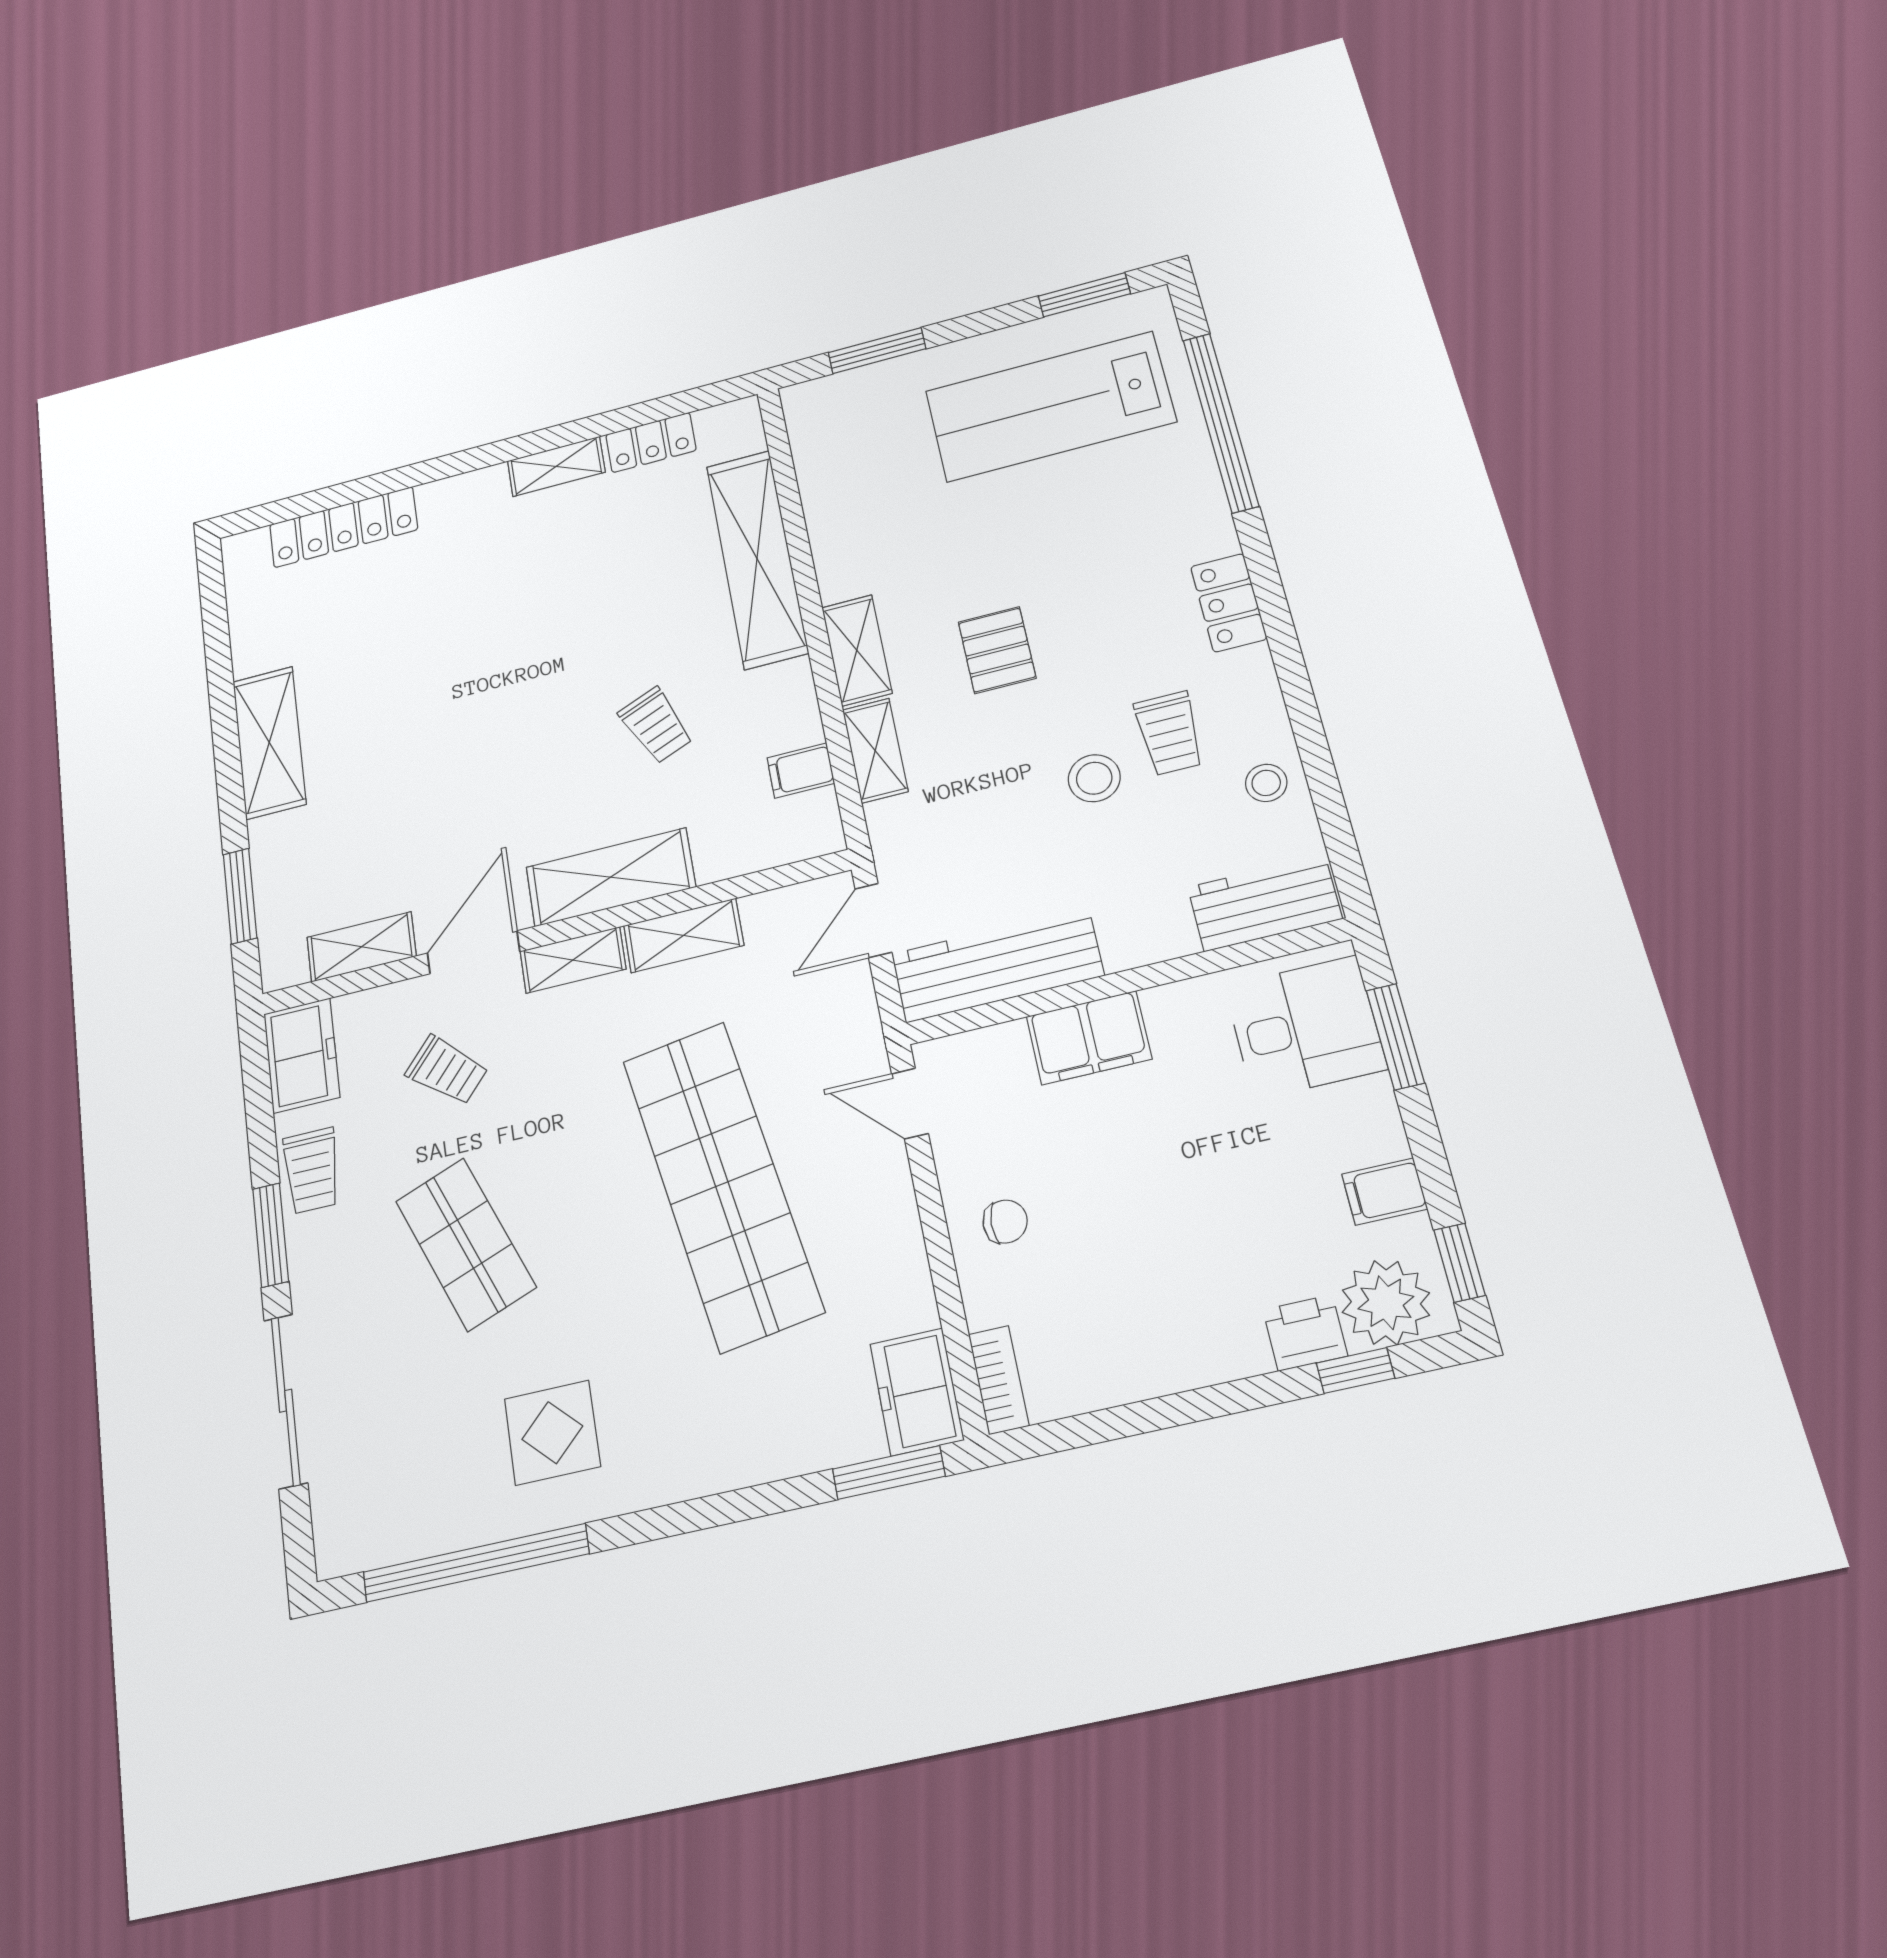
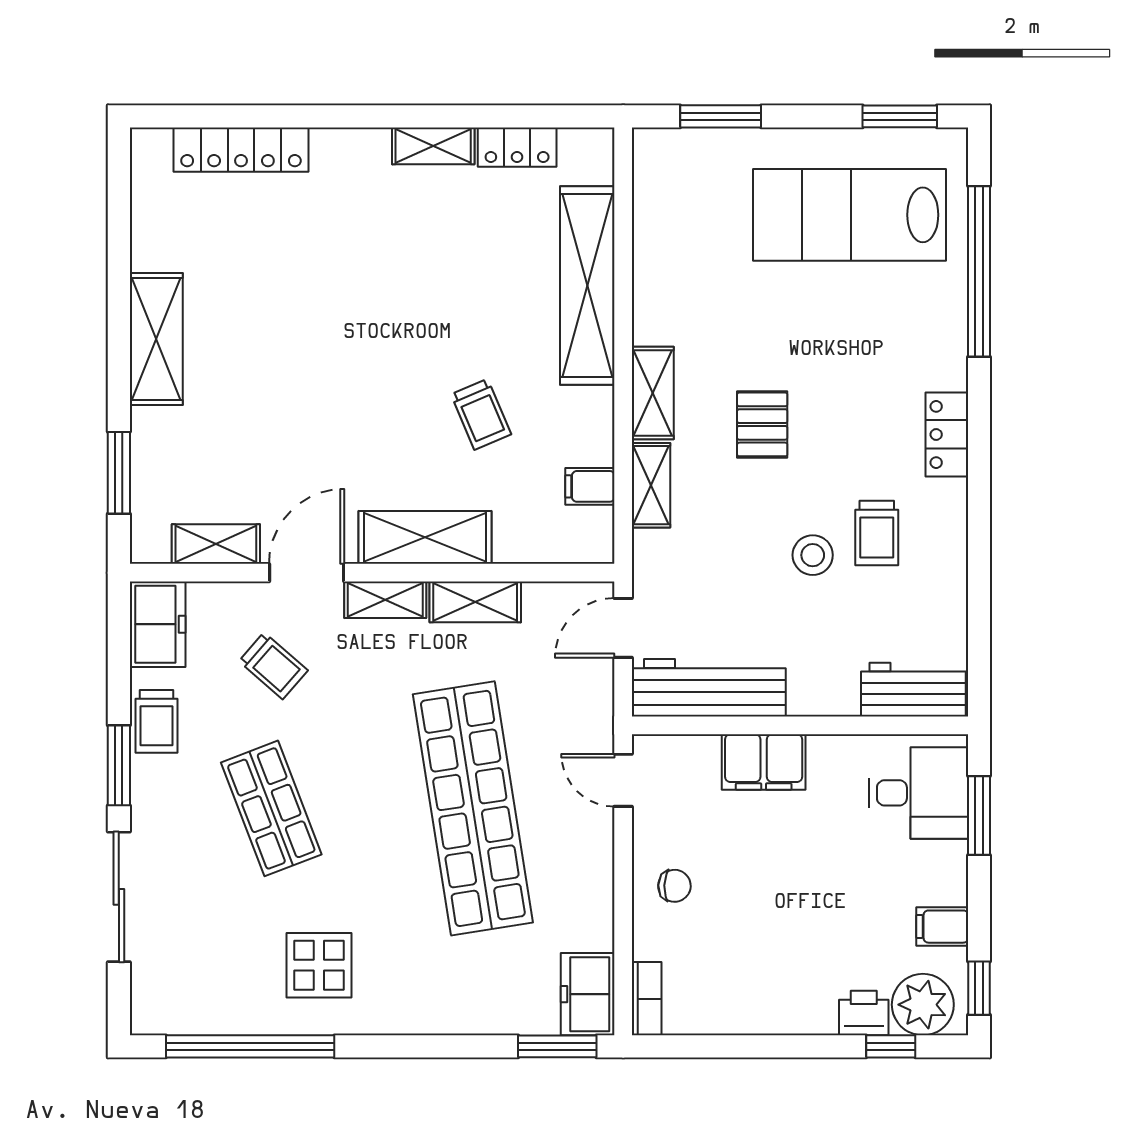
stool: (1266, 783) -> (938, 594), removed

